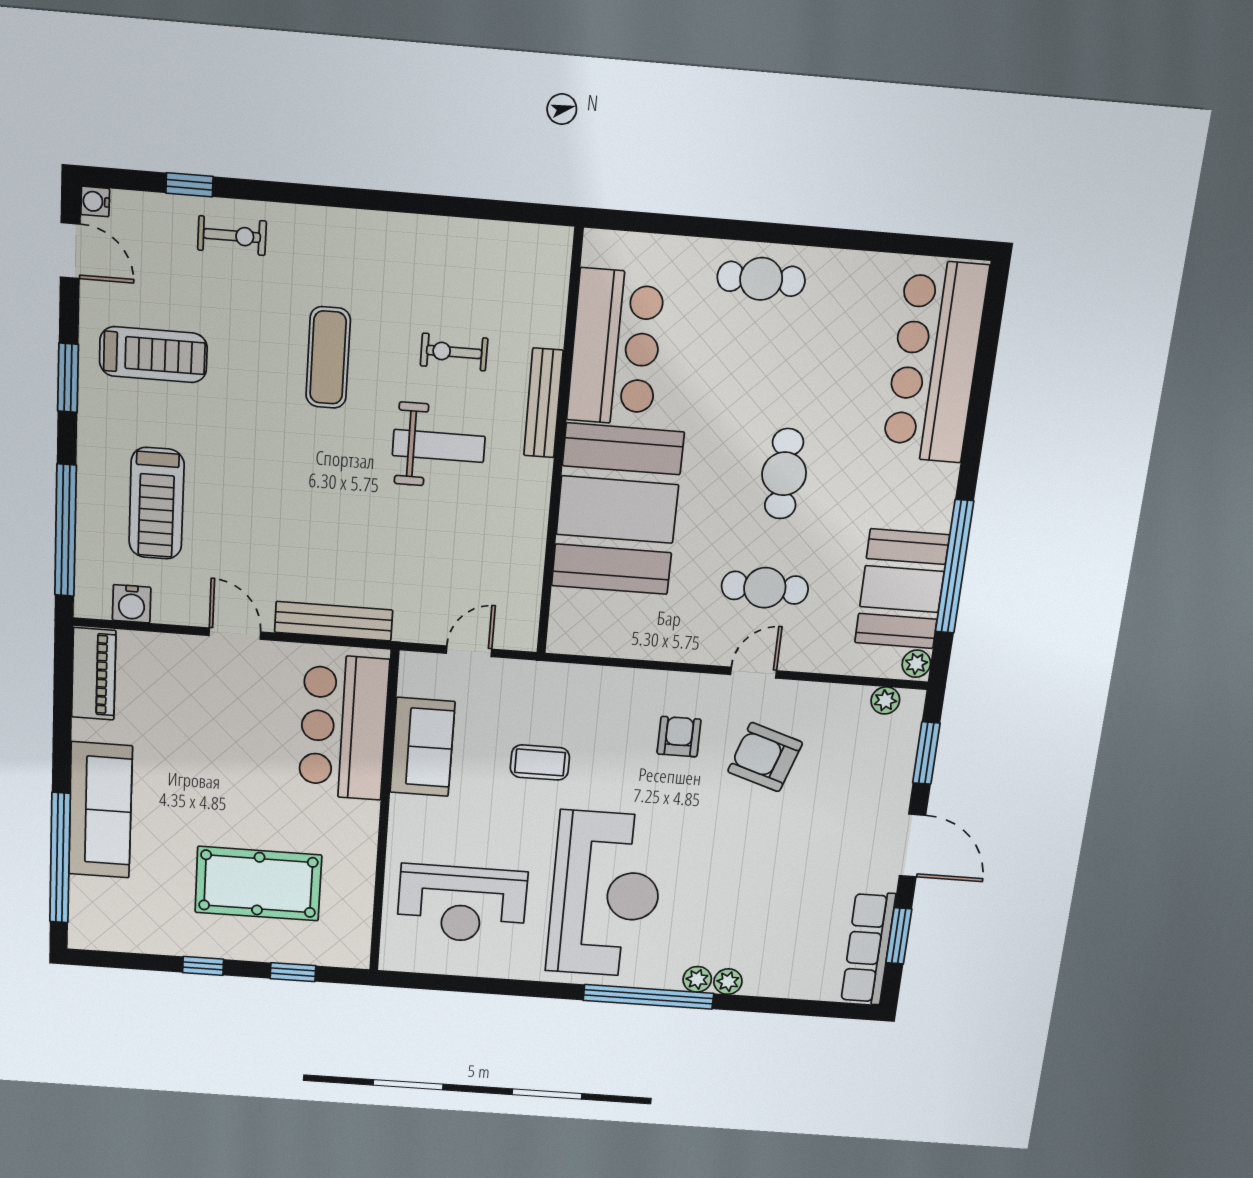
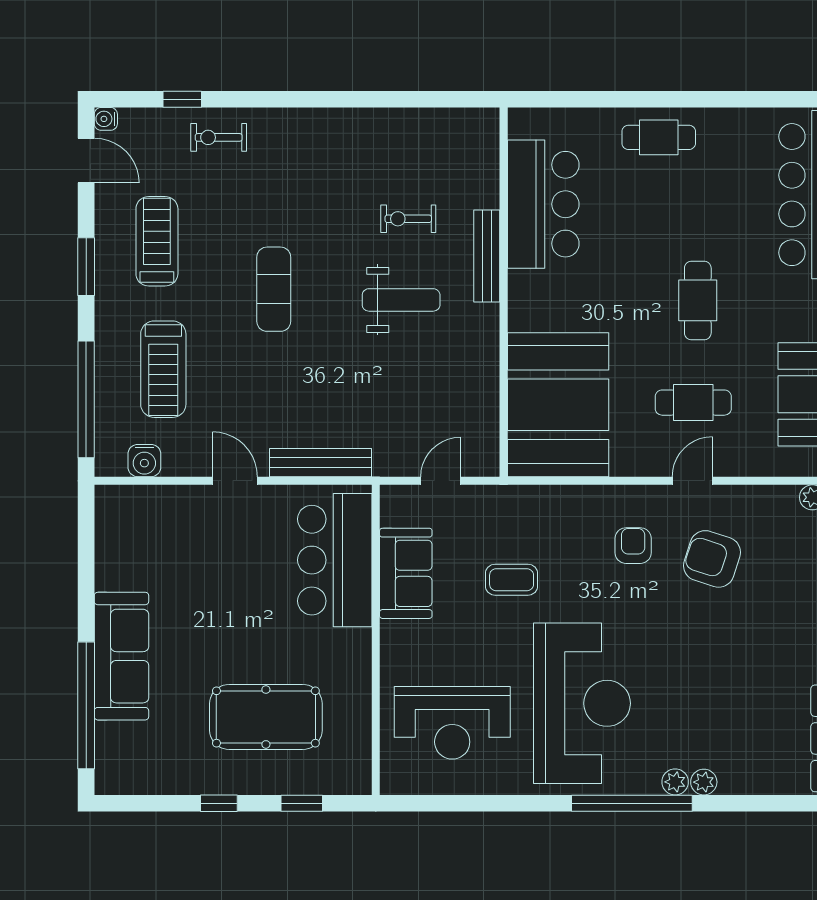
exercise bike: (232, 236) -> (219, 137), turned 180
treadmill: (153, 355) -> (157, 241), turned -90
exercise mat: (328, 358) -> (274, 289), moved
booth: (617, 510) -> (558, 405), moved
piano: (94, 674) -> (113, 527), removed

